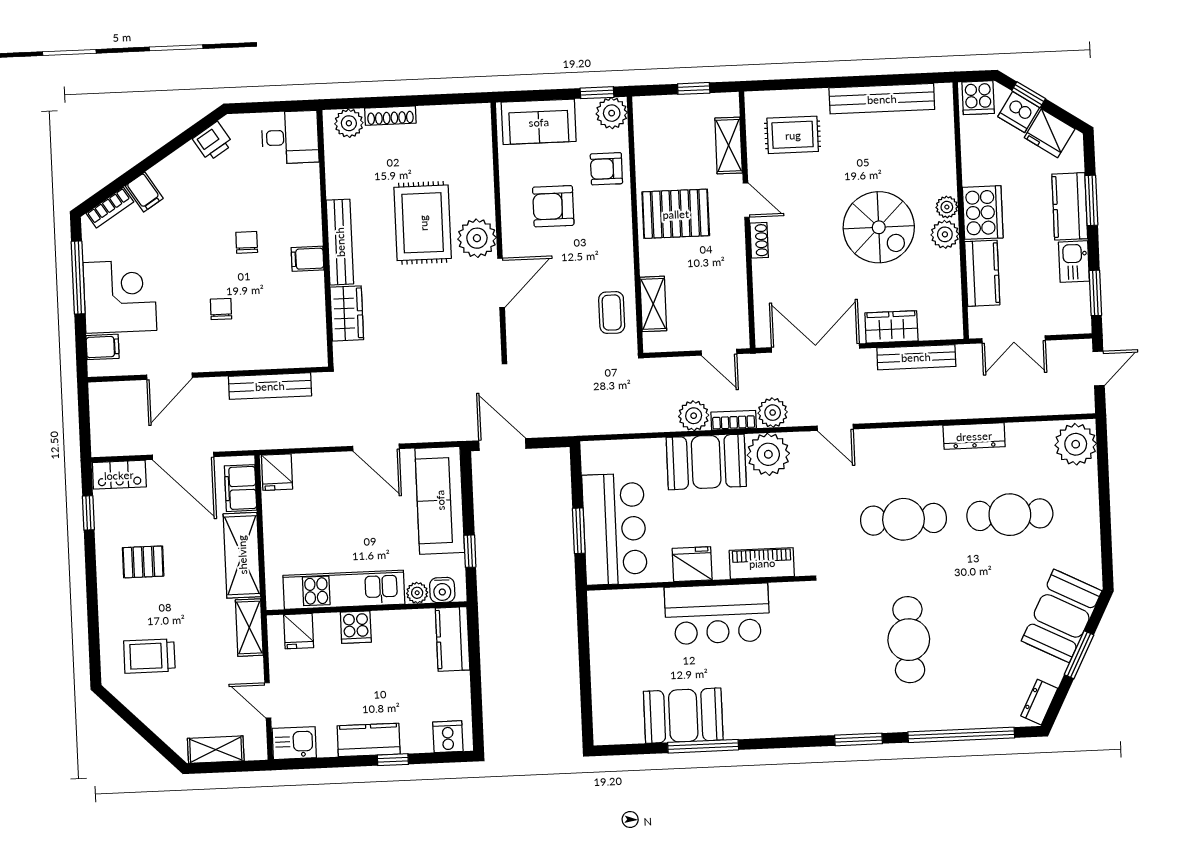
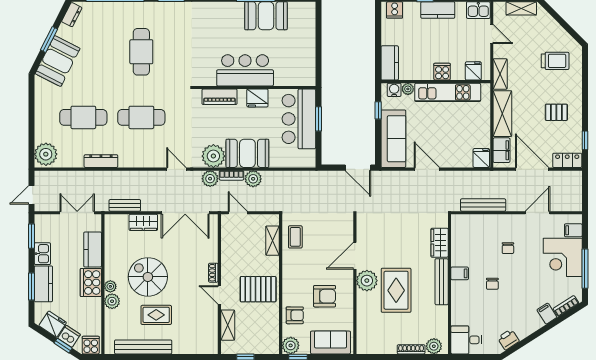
rug: (793, 135) -> (156, 315), moved
plant: (945, 234) -> (112, 301), moved
bench: (916, 357) -> (125, 205), width x0.73

